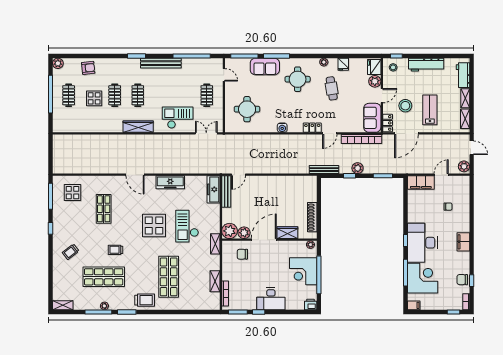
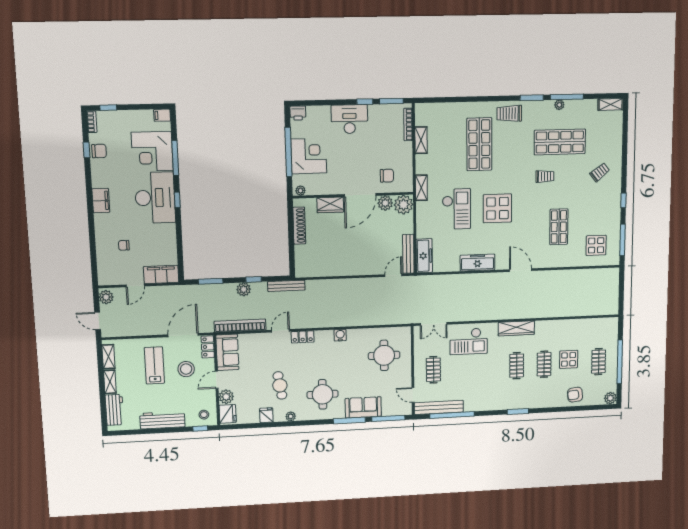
bench: (161, 63) -> (439, 407), moved
lab bench: (430, 110) -> (154, 365), turned 180

